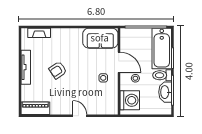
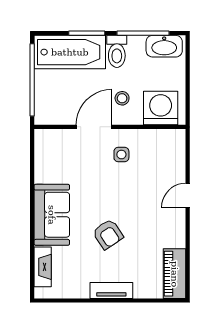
sofa: (100, 38) -> (52, 215), moved
tv unit: (26, 67) -> (111, 290), width x0.71
washbasin: (165, 92) -> (164, 46), moved

